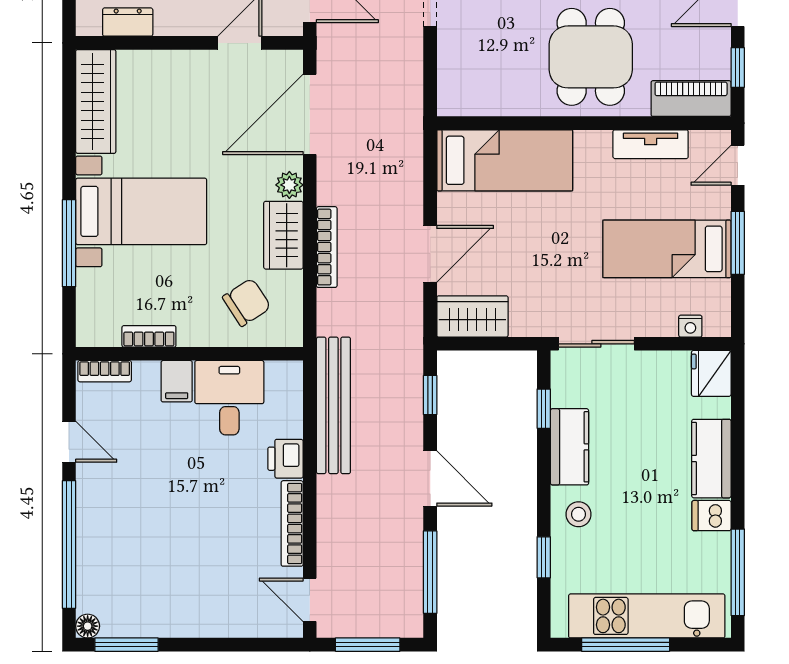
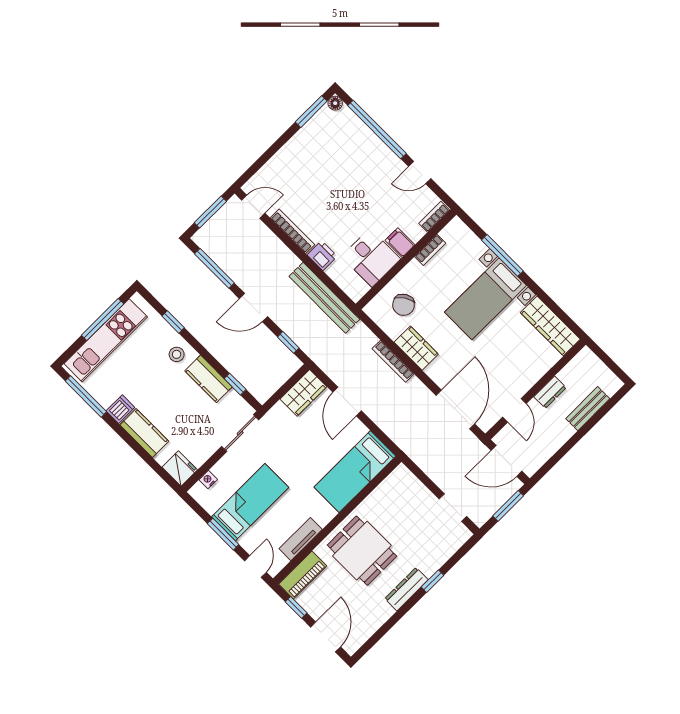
dresser: (128, 22) -> (550, 392), moved
plant: (289, 185) -> (435, 372), removed

